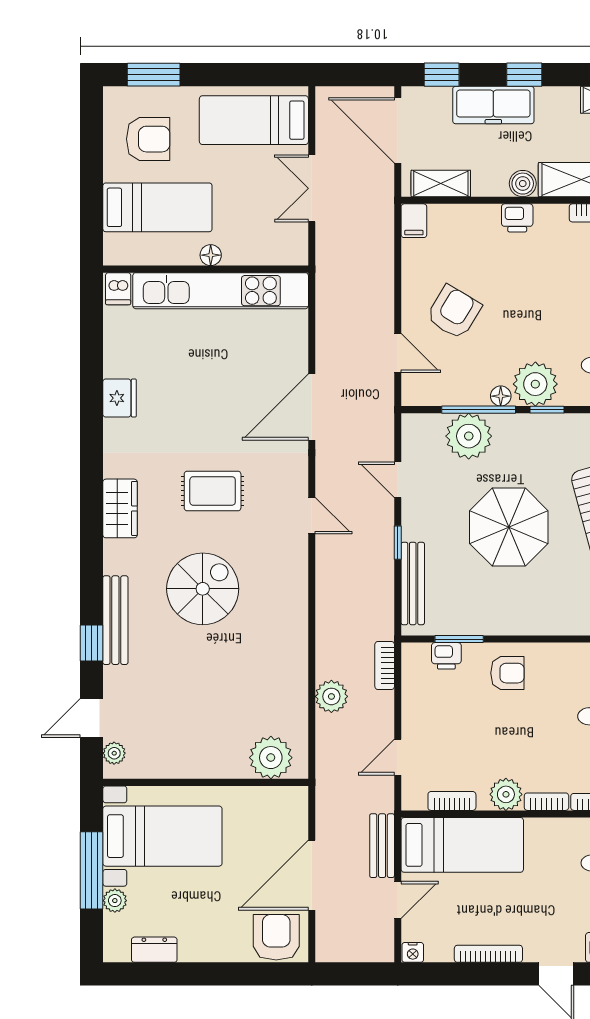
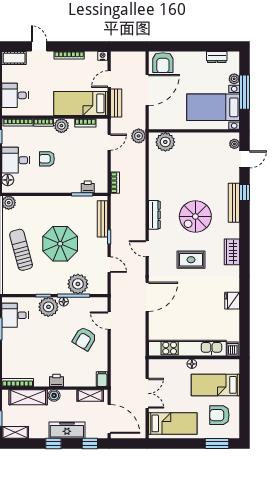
dresser: (295, 592) -> (154, 215), added
armchair: (507, 673) -> (47, 159), moved
plant: (331, 696) -> (139, 136), moved

